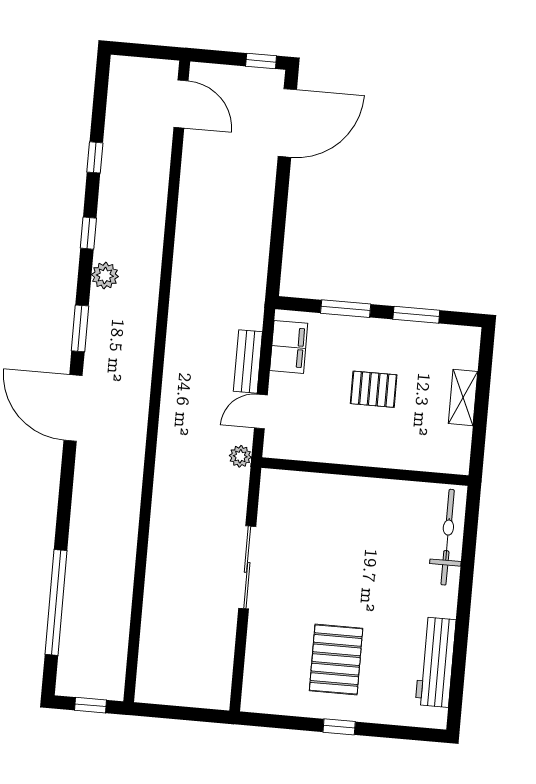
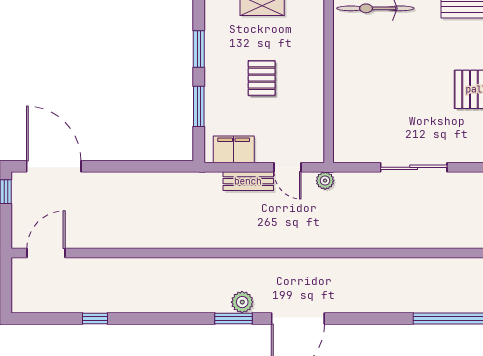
window: (88, 233) -> (156, 318), removed
plant: (105, 276) -> (242, 302), moved

